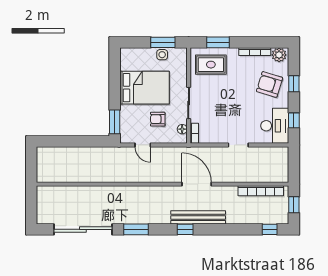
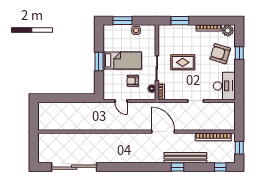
window: (163, 42) -> (122, 21), moved
rug: (211, 65) -> (183, 62), moved
bed: (144, 88) -> (122, 60), width x0.67
window: (294, 120) -> (239, 82), removed
window: (115, 122) -> (99, 62), moved
bench: (198, 217) -> (185, 158), moved
window: (136, 229) -> (116, 167), removed
window: (185, 229) -> (178, 167), moved

